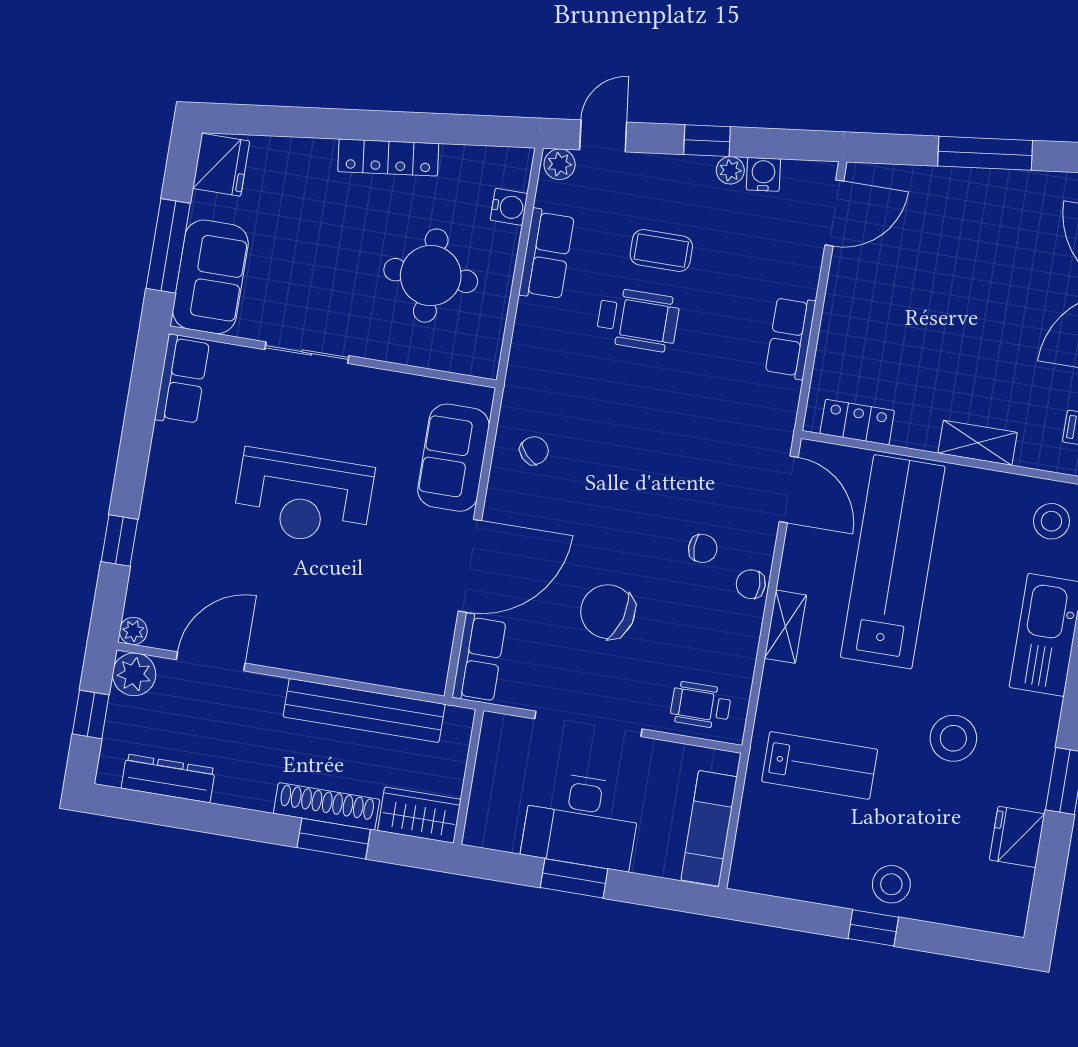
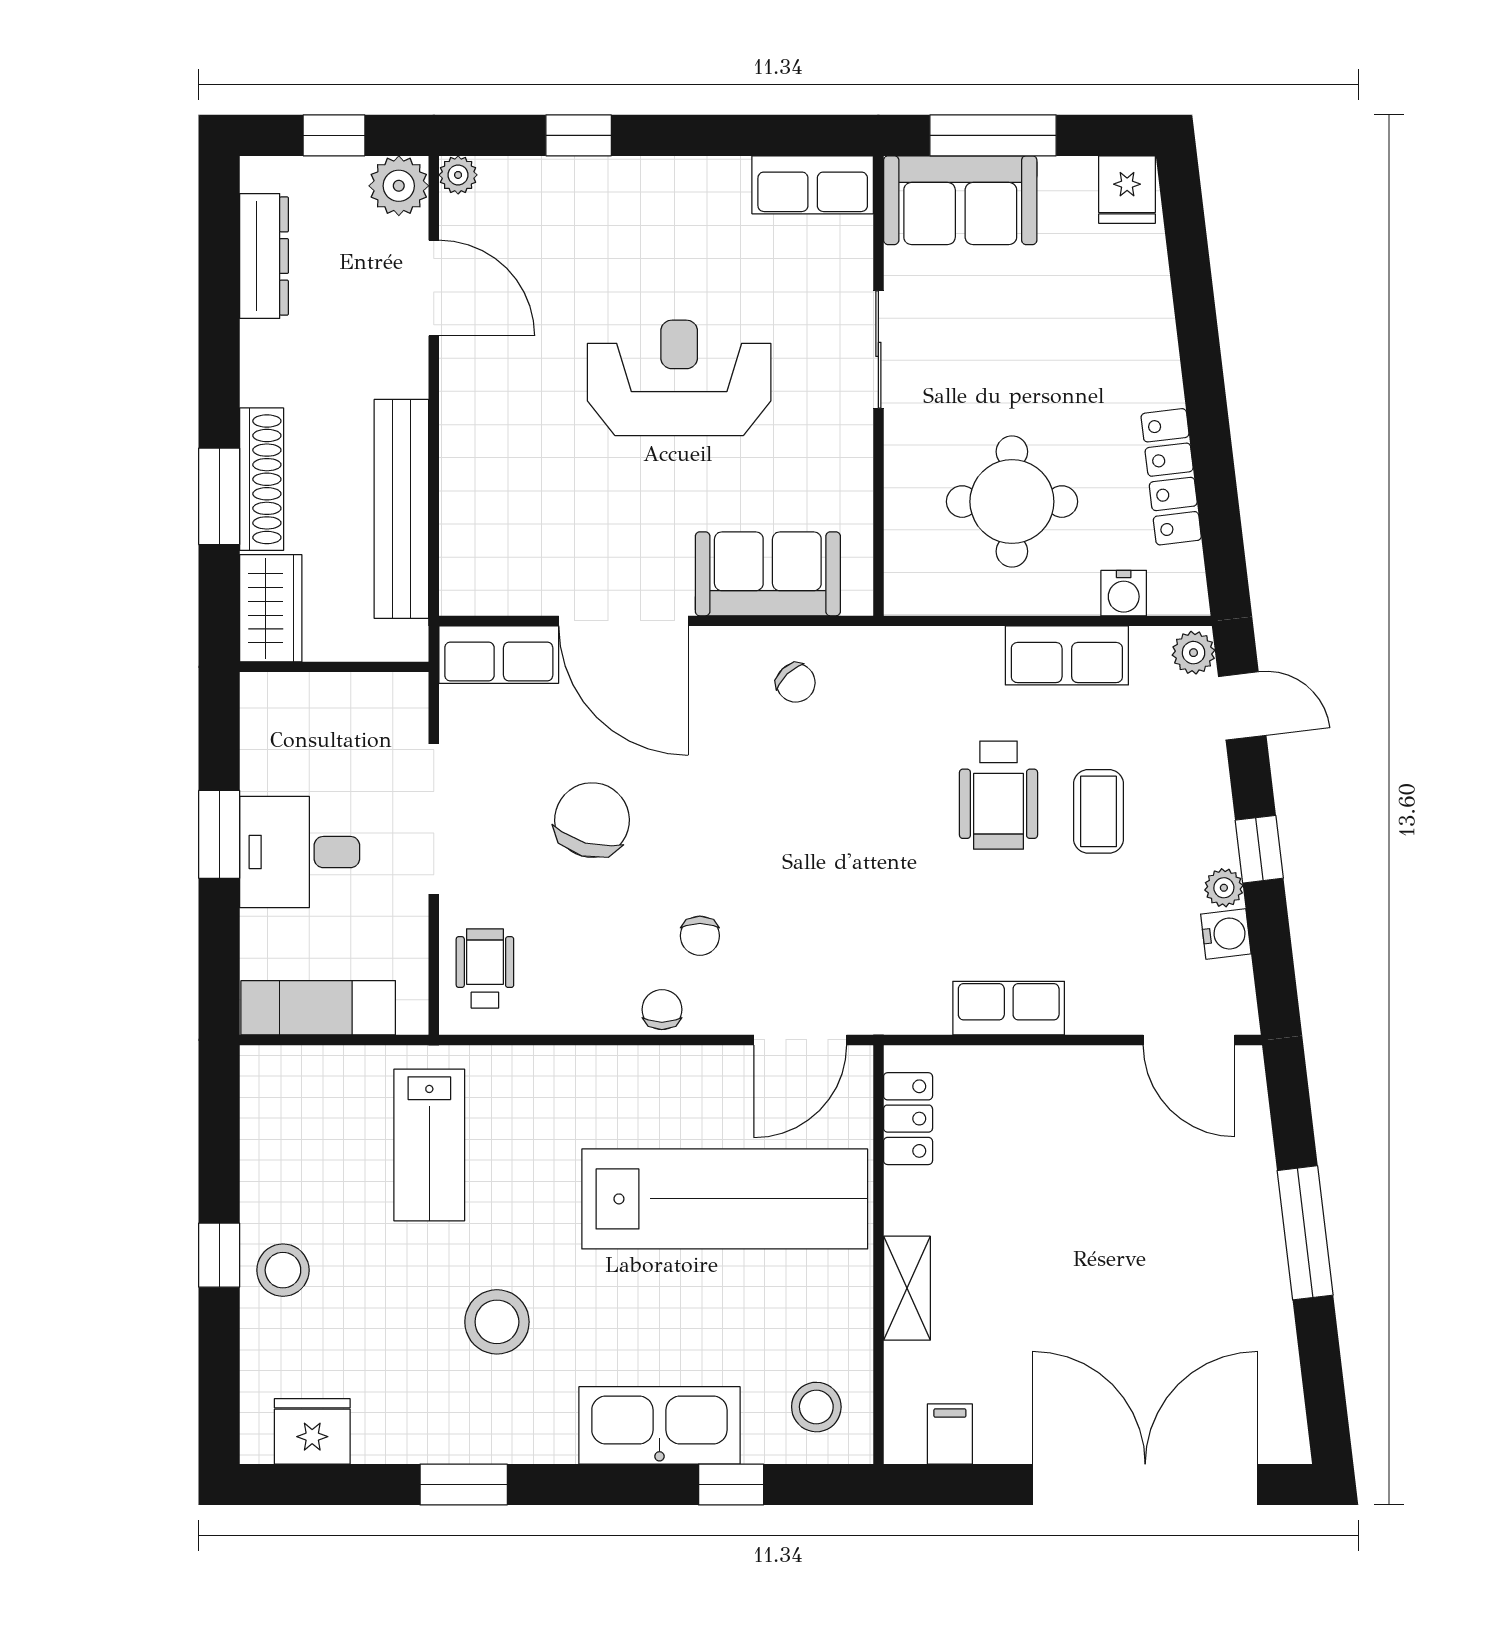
locker: (388, 157) -> (1171, 477), moved
fridge: (221, 165) -> (1127, 190), width x0.72
reception desk: (304, 498) -> (679, 378), turned 90
shelving: (785, 627) -> (612, 1067), removed
desk: (581, 821) -> (300, 852), width x0.73
fridge: (1017, 837) -> (312, 1431), moved

